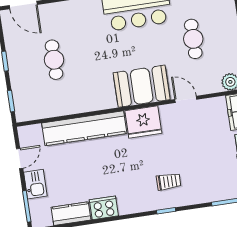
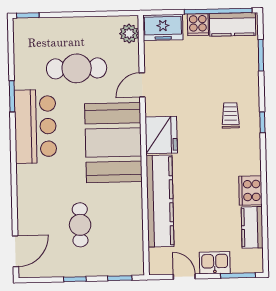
cafe table: (193, 39) -> (77, 68), width x1.37, depth x1.35
cafe table: (54, 60) -> (80, 225), turned 90
booth: (142, 86) -> (113, 143), width x1.36, depth x1.42

